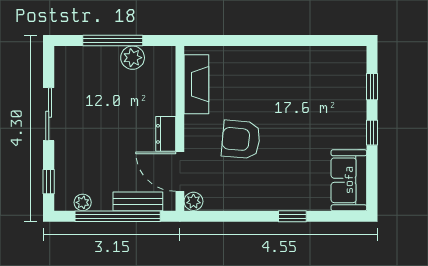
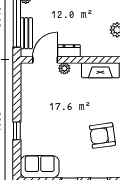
armchair: (241, 139) -> (103, 136), moved, turned -103
plant: (193, 201) -> (64, 68), moved

